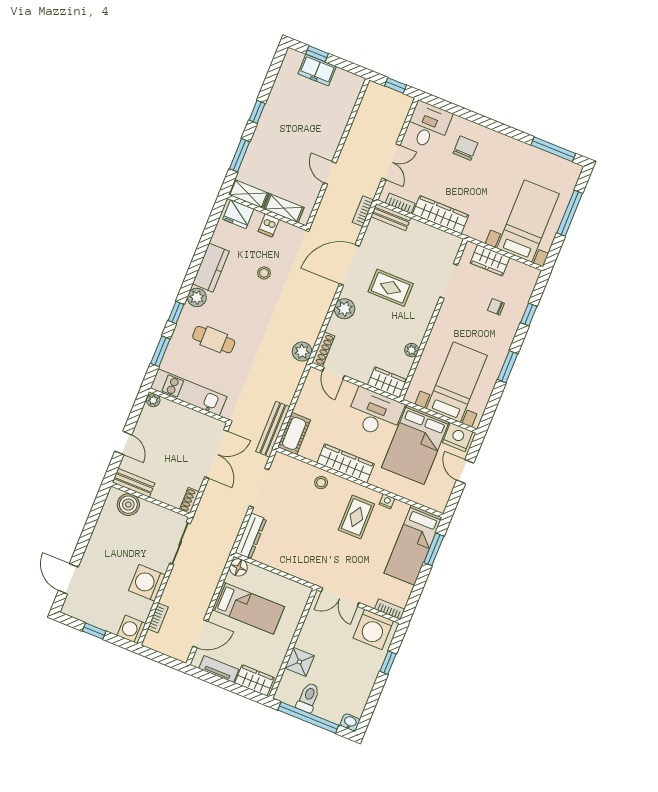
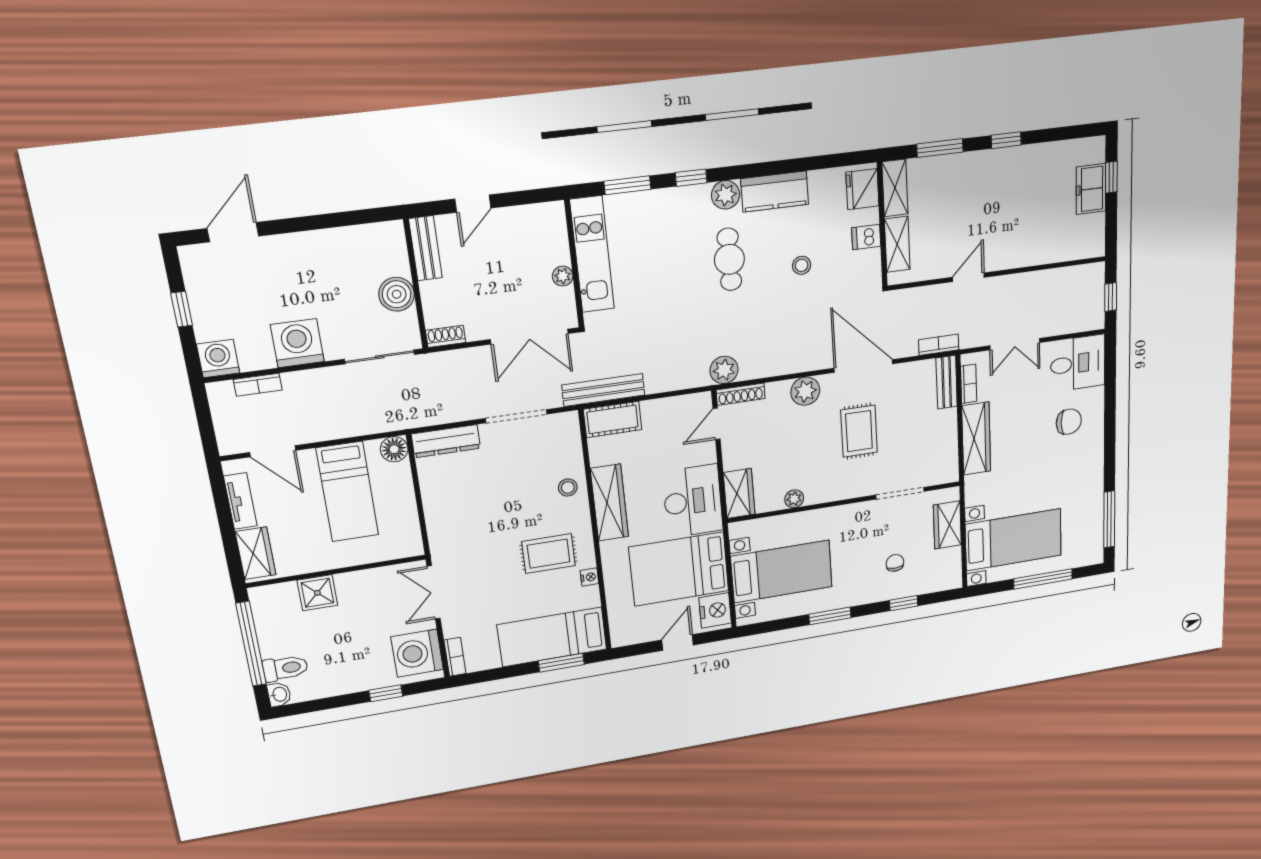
cafe table: (214, 340) -> (729, 259), moved
plant: (153, 400) -> (563, 276), moved
boiler: (128, 505) -> (397, 294), moved
toilet: (308, 697) -> (285, 668), moved

